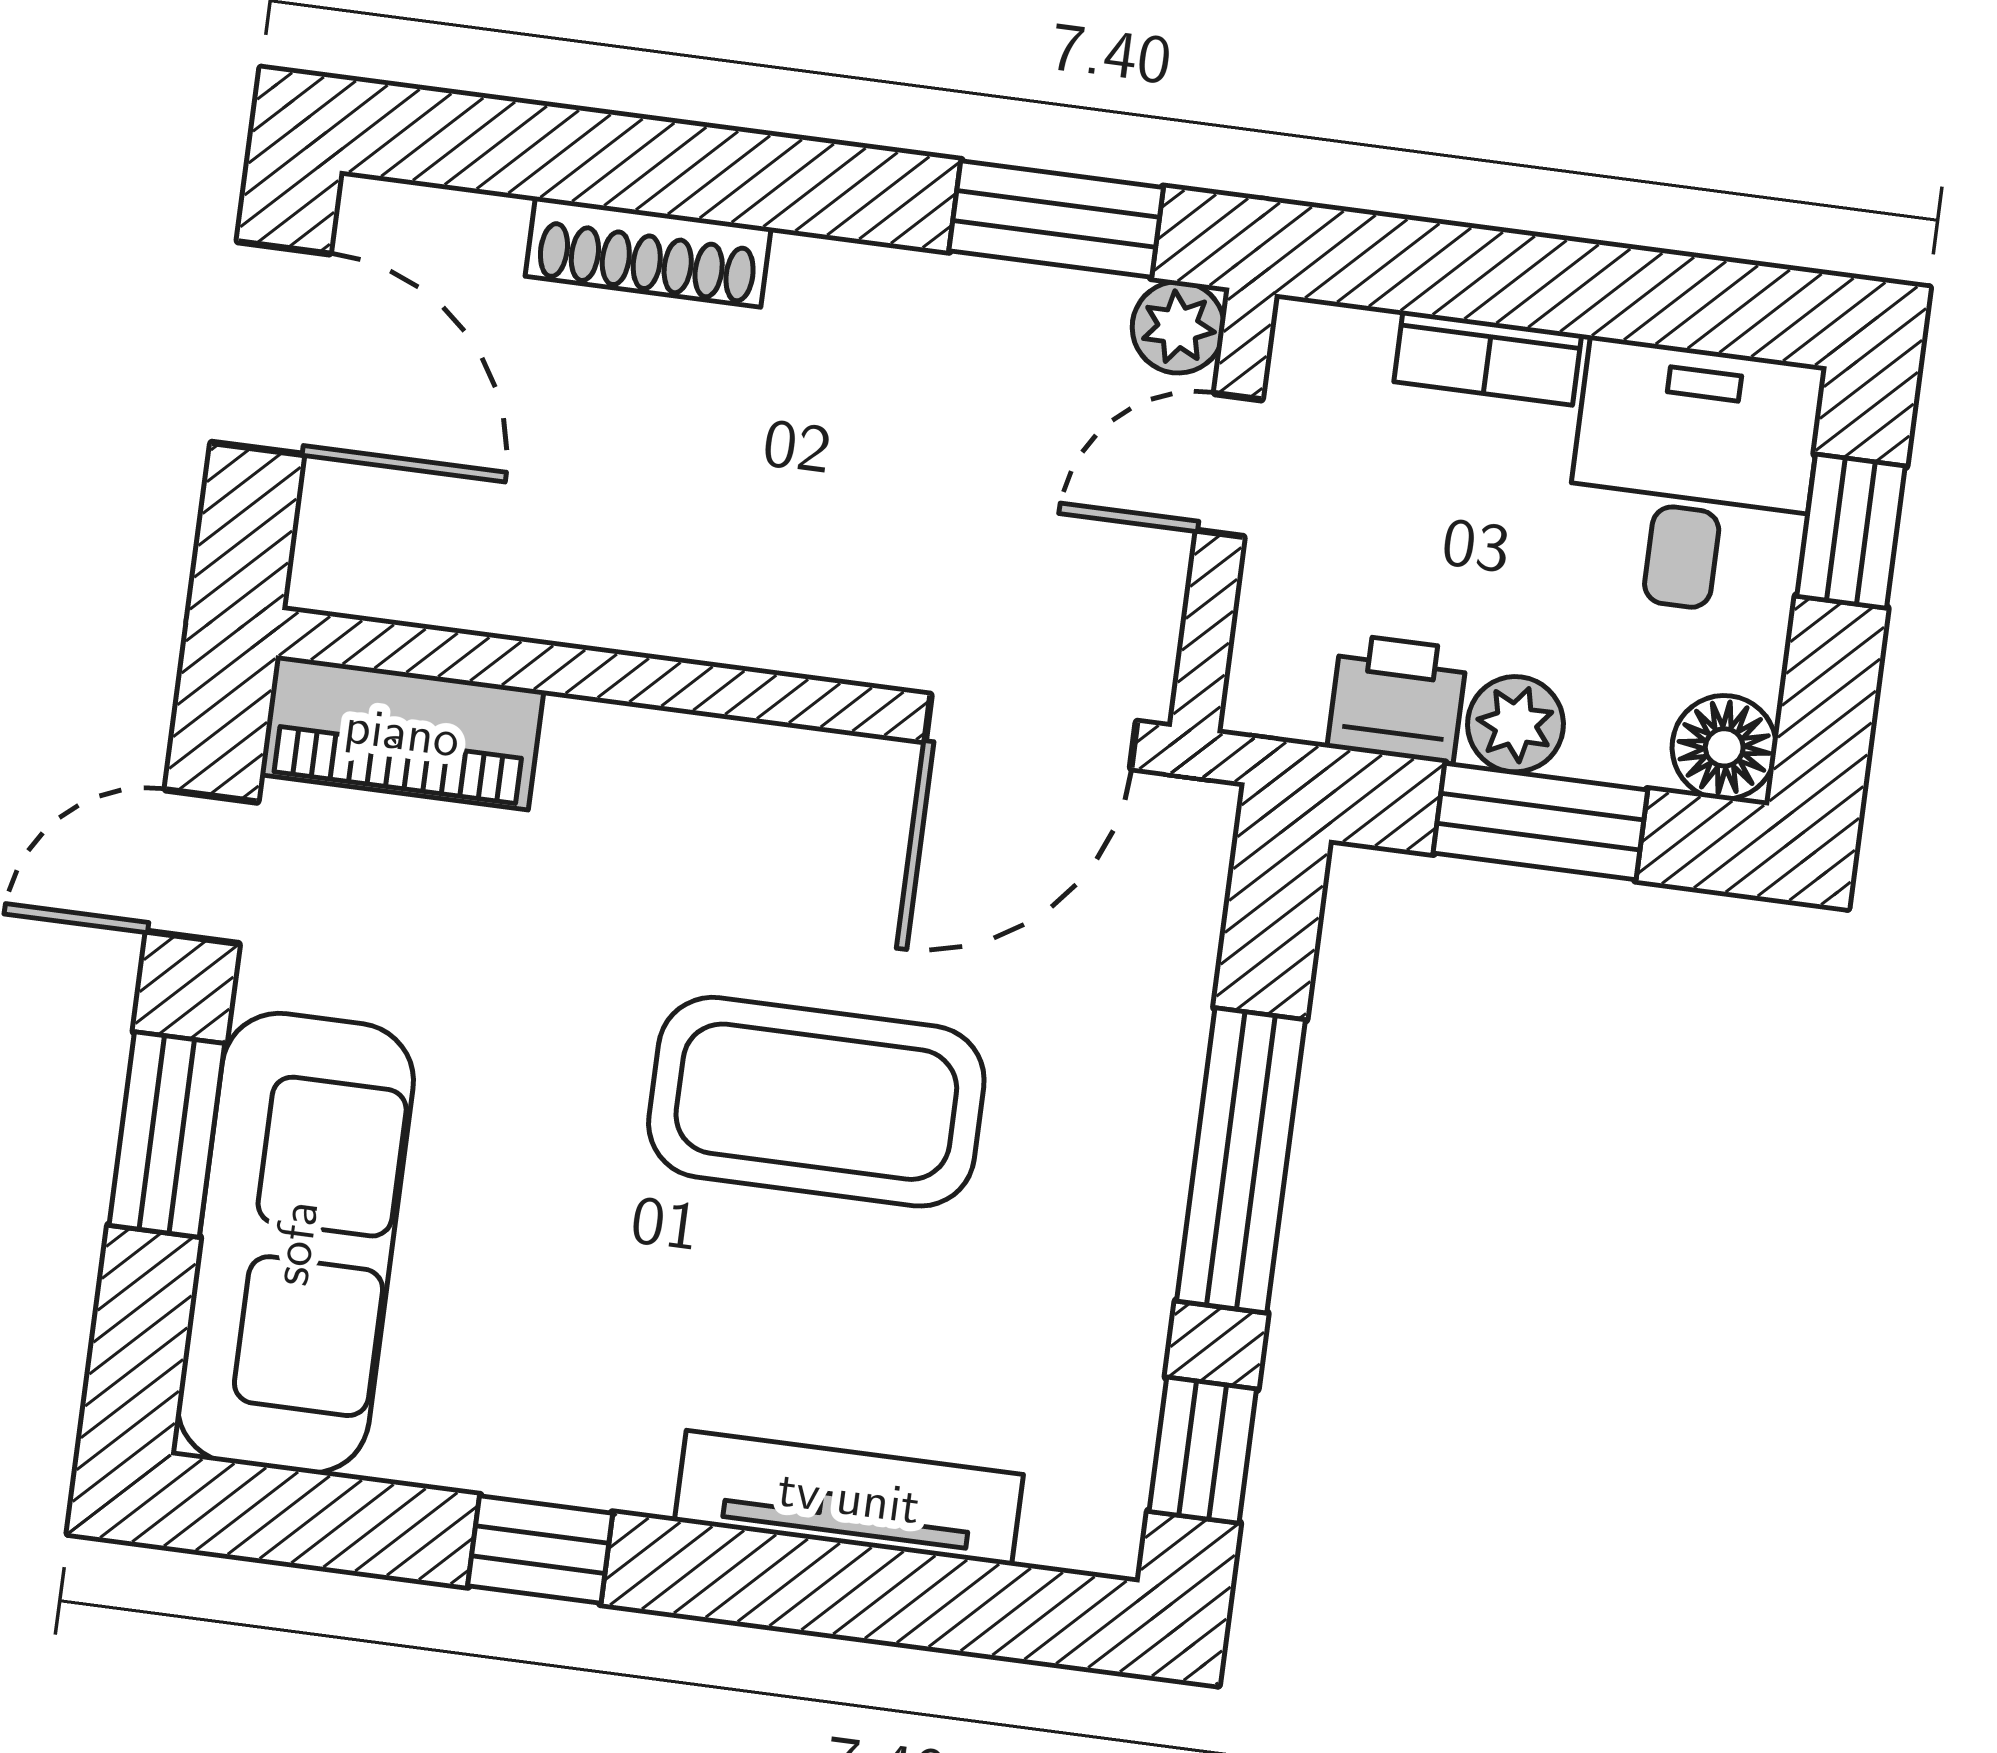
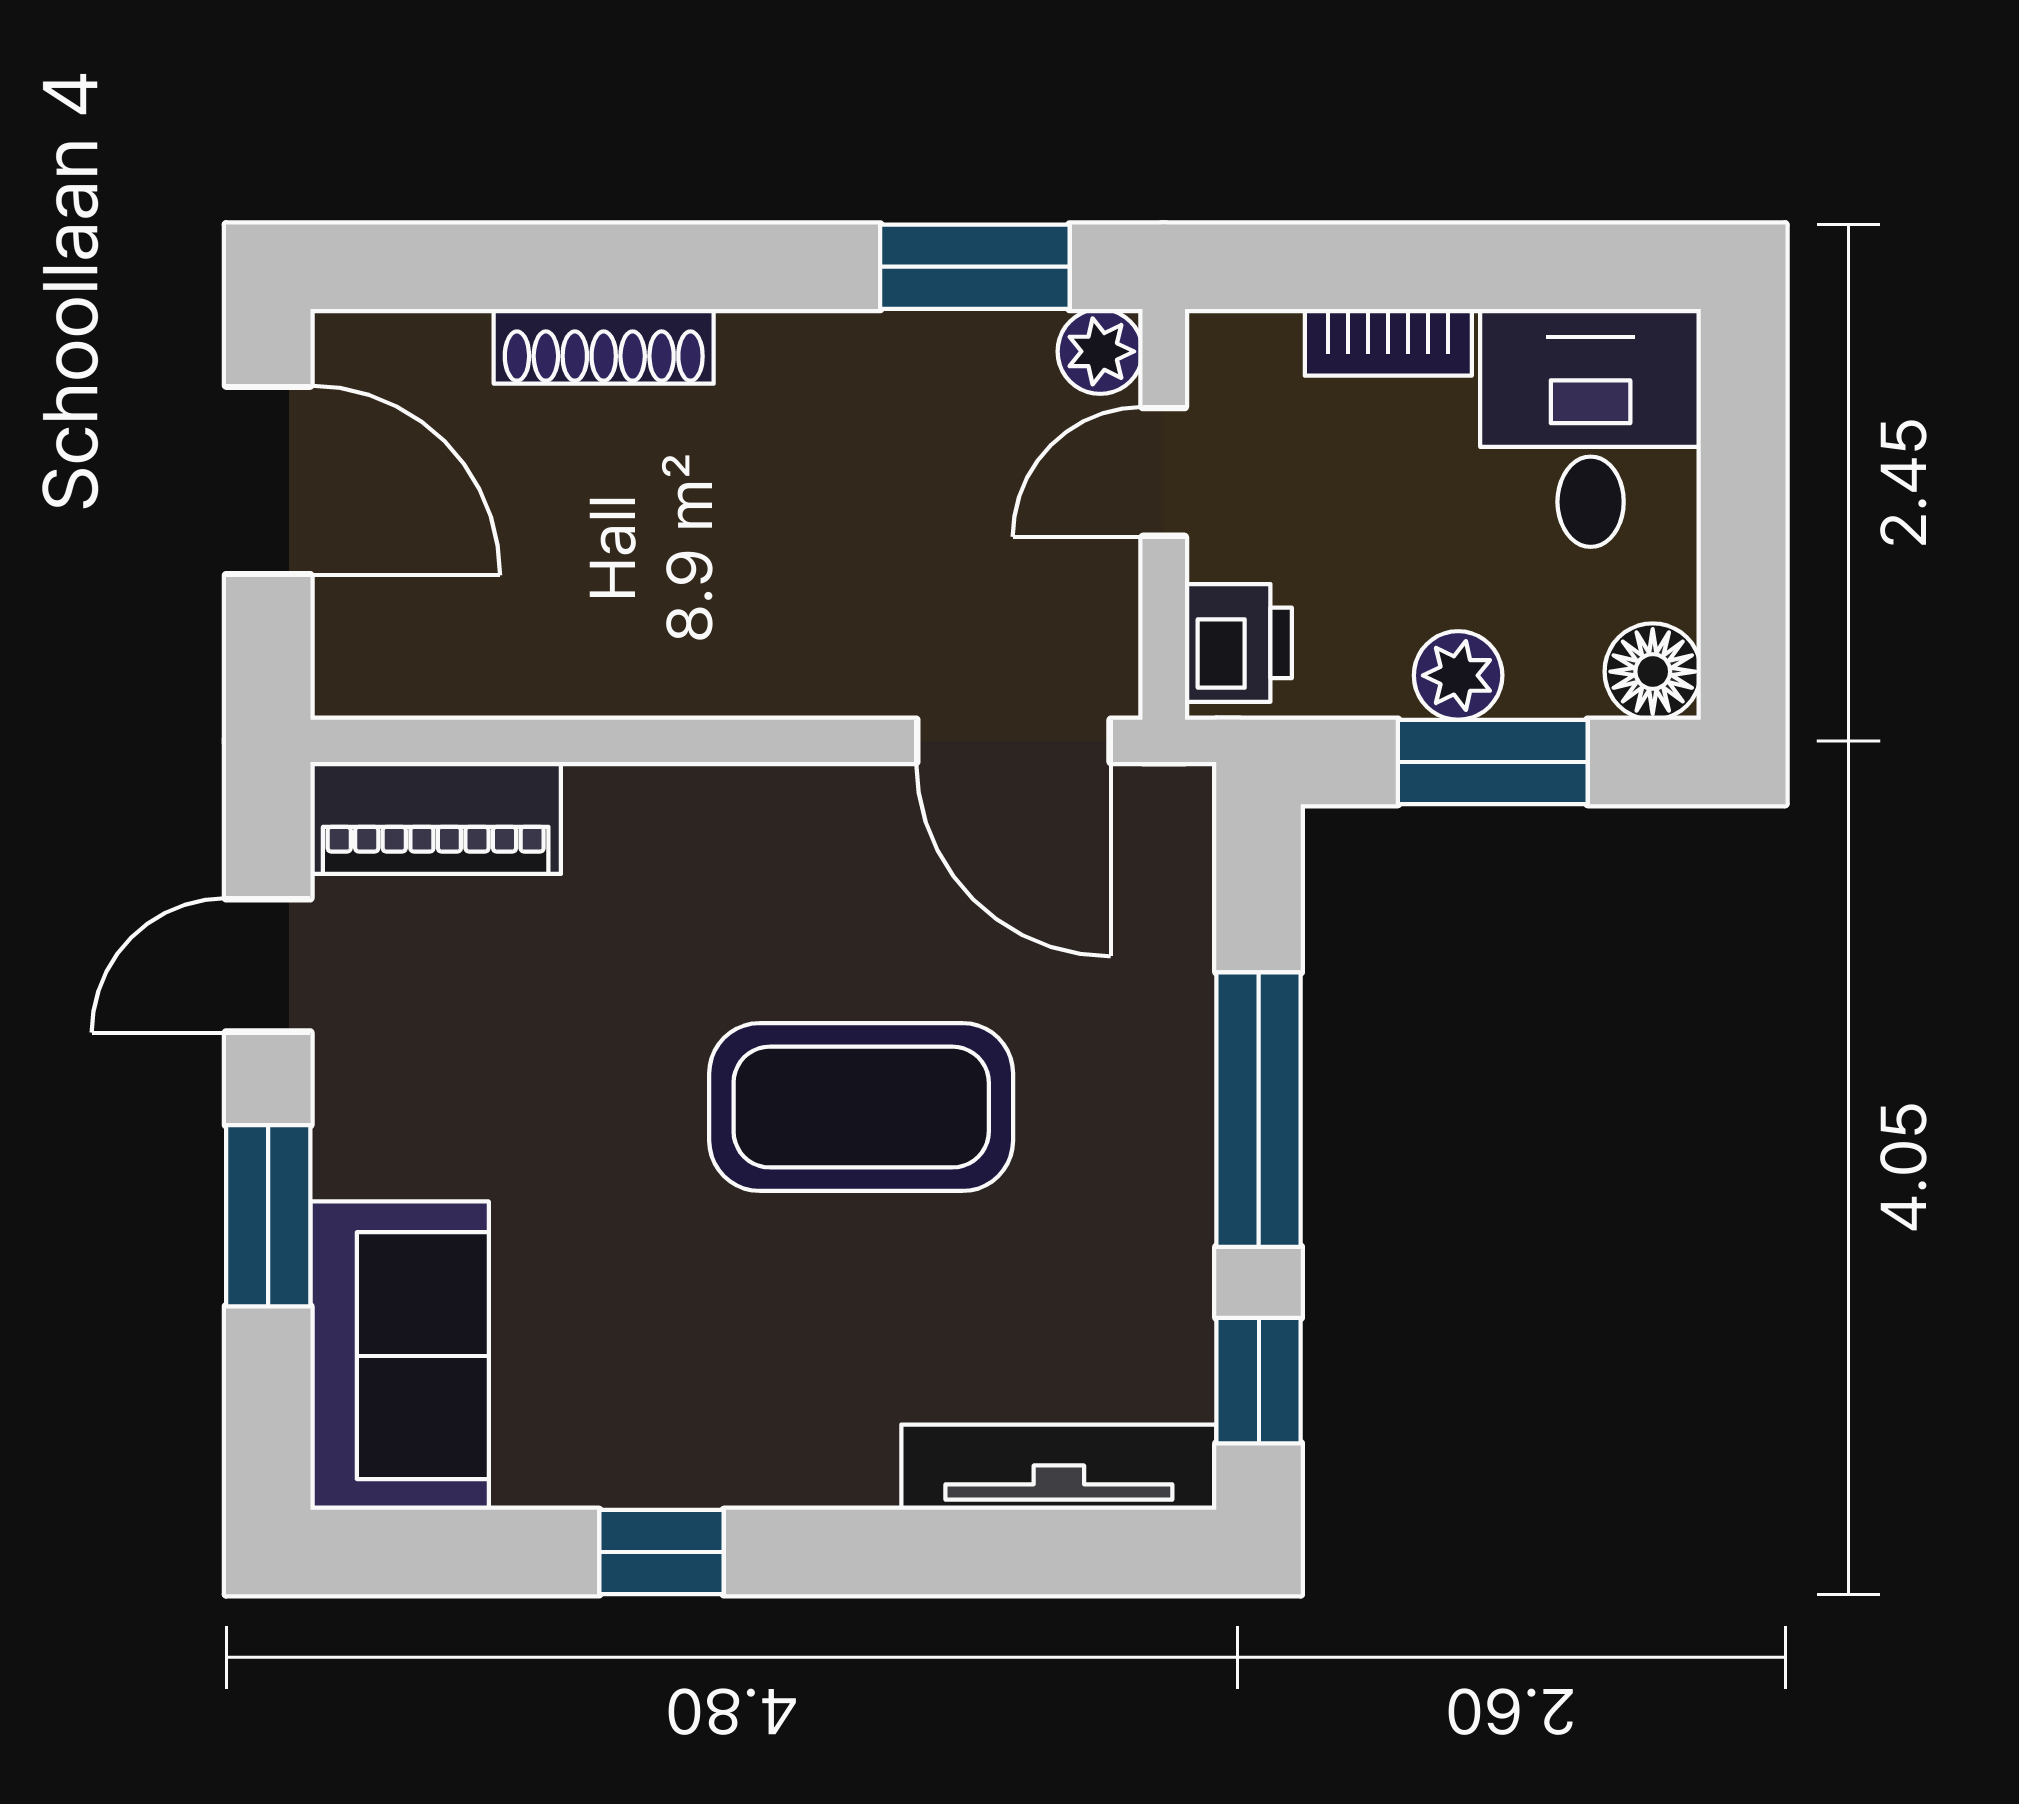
window: (1851, 531) -> (1743, 457), removed
printer: (1397, 699) -> (1238, 643), moved, turned 90
door: (1031, 731) -> (1013, 741), hinge flipped
sofa: (296, 1243) -> (400, 1356), width x0.73
tv unit: (849, 1498) -> (1059, 1467), moved

